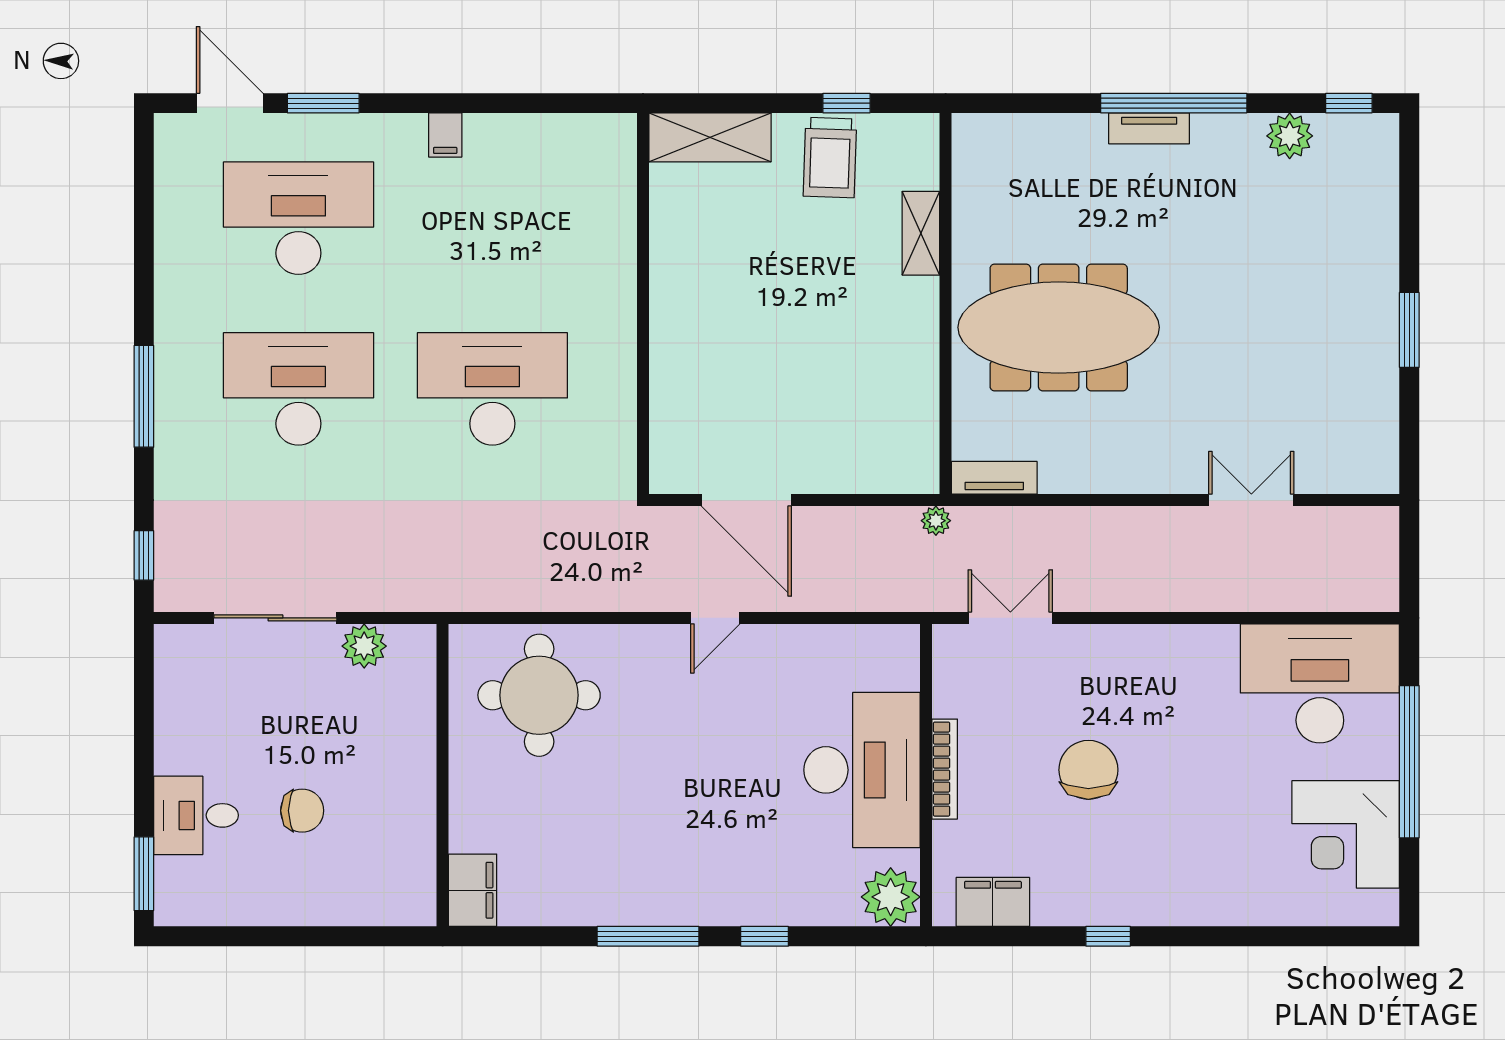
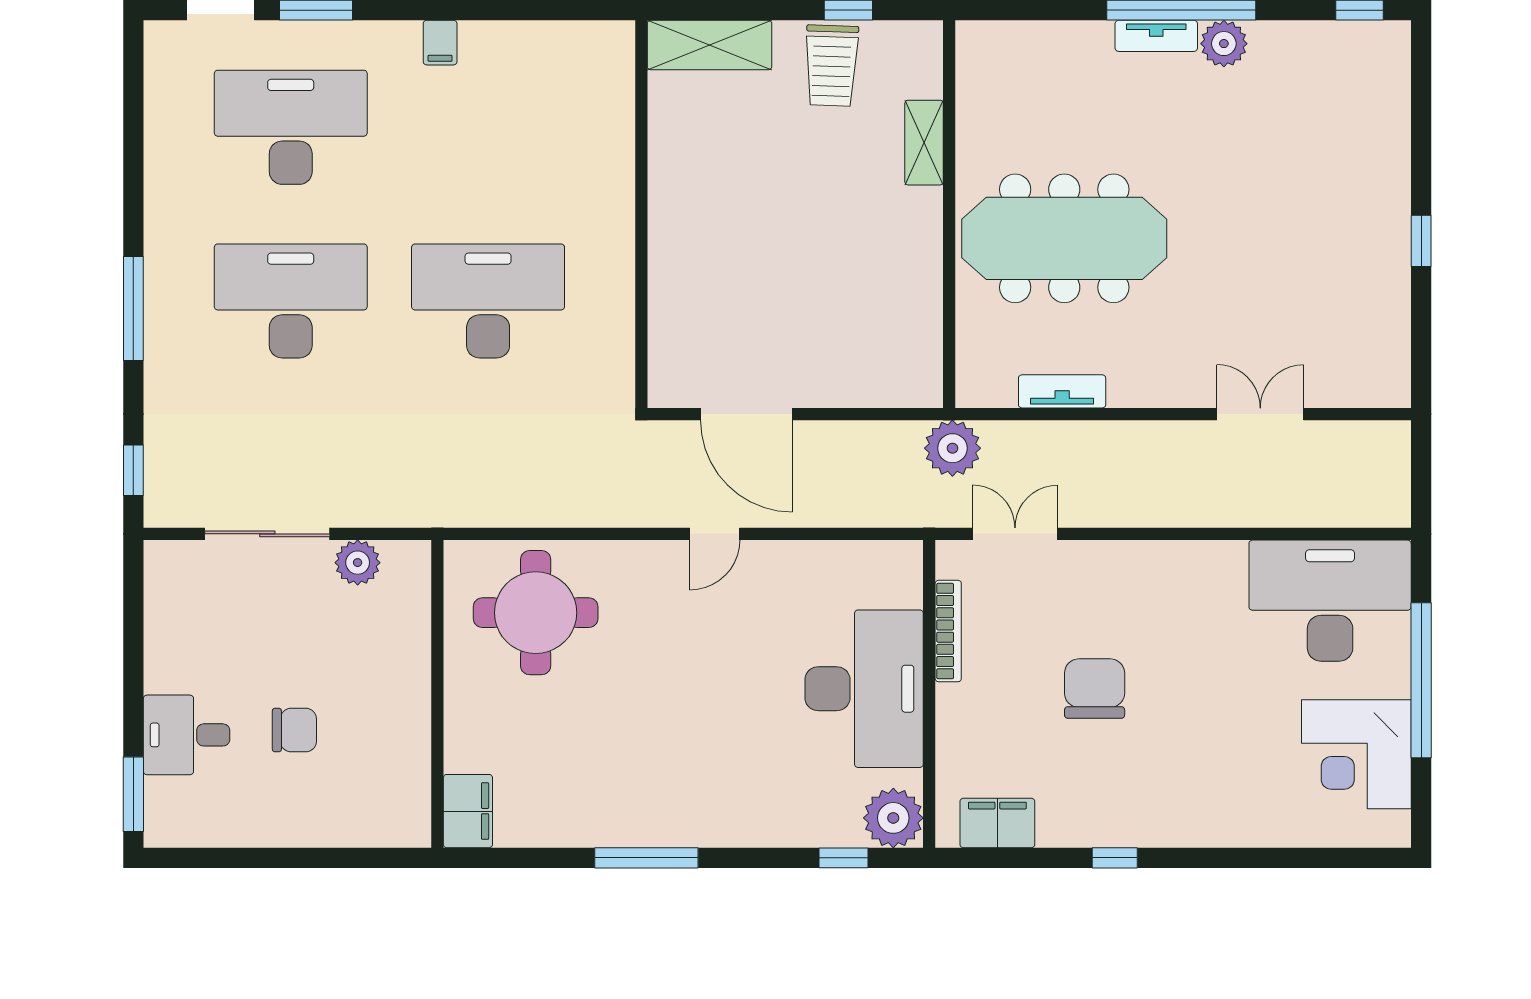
plant: (1290, 136) -> (1224, 44), moved
window: (1409, 330) -> (1421, 241), width x0.67
tv unit: (994, 478) -> (1062, 391), moved
plant: (936, 521) -> (952, 448), width x1.88, depth x1.88
bookcase: (945, 769) -> (948, 631), moved
window: (765, 936) -> (843, 858), moved

